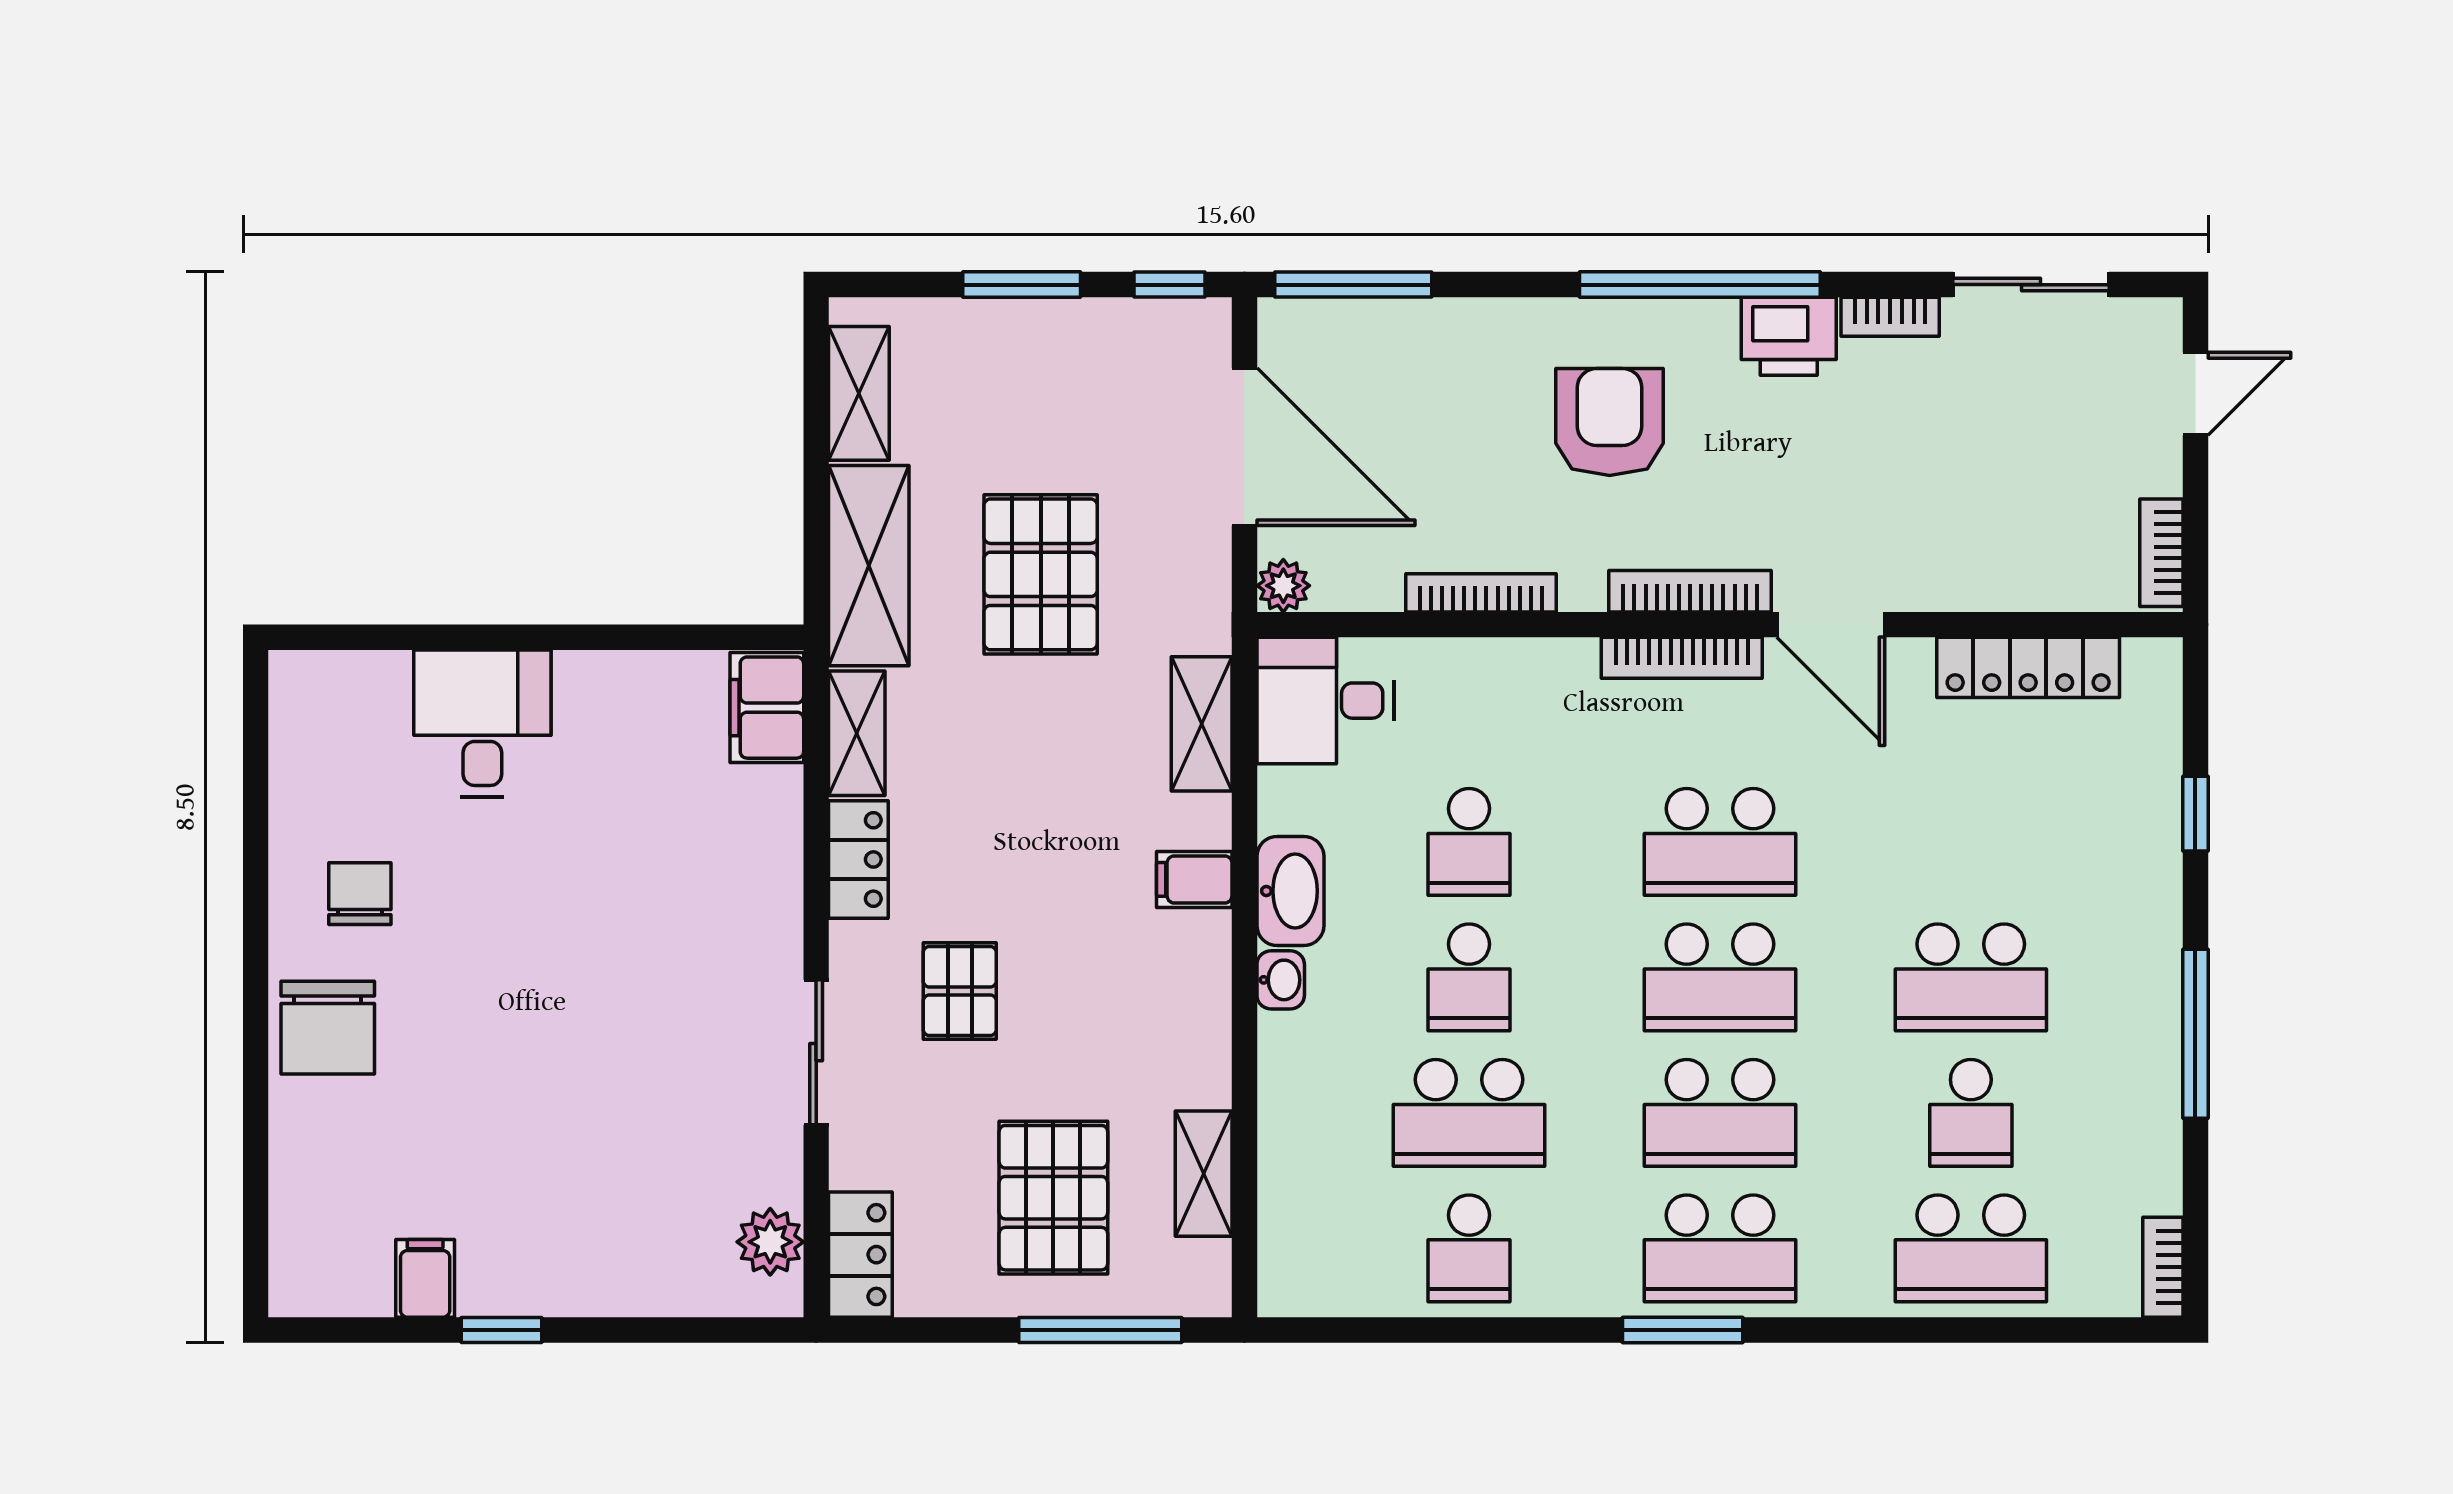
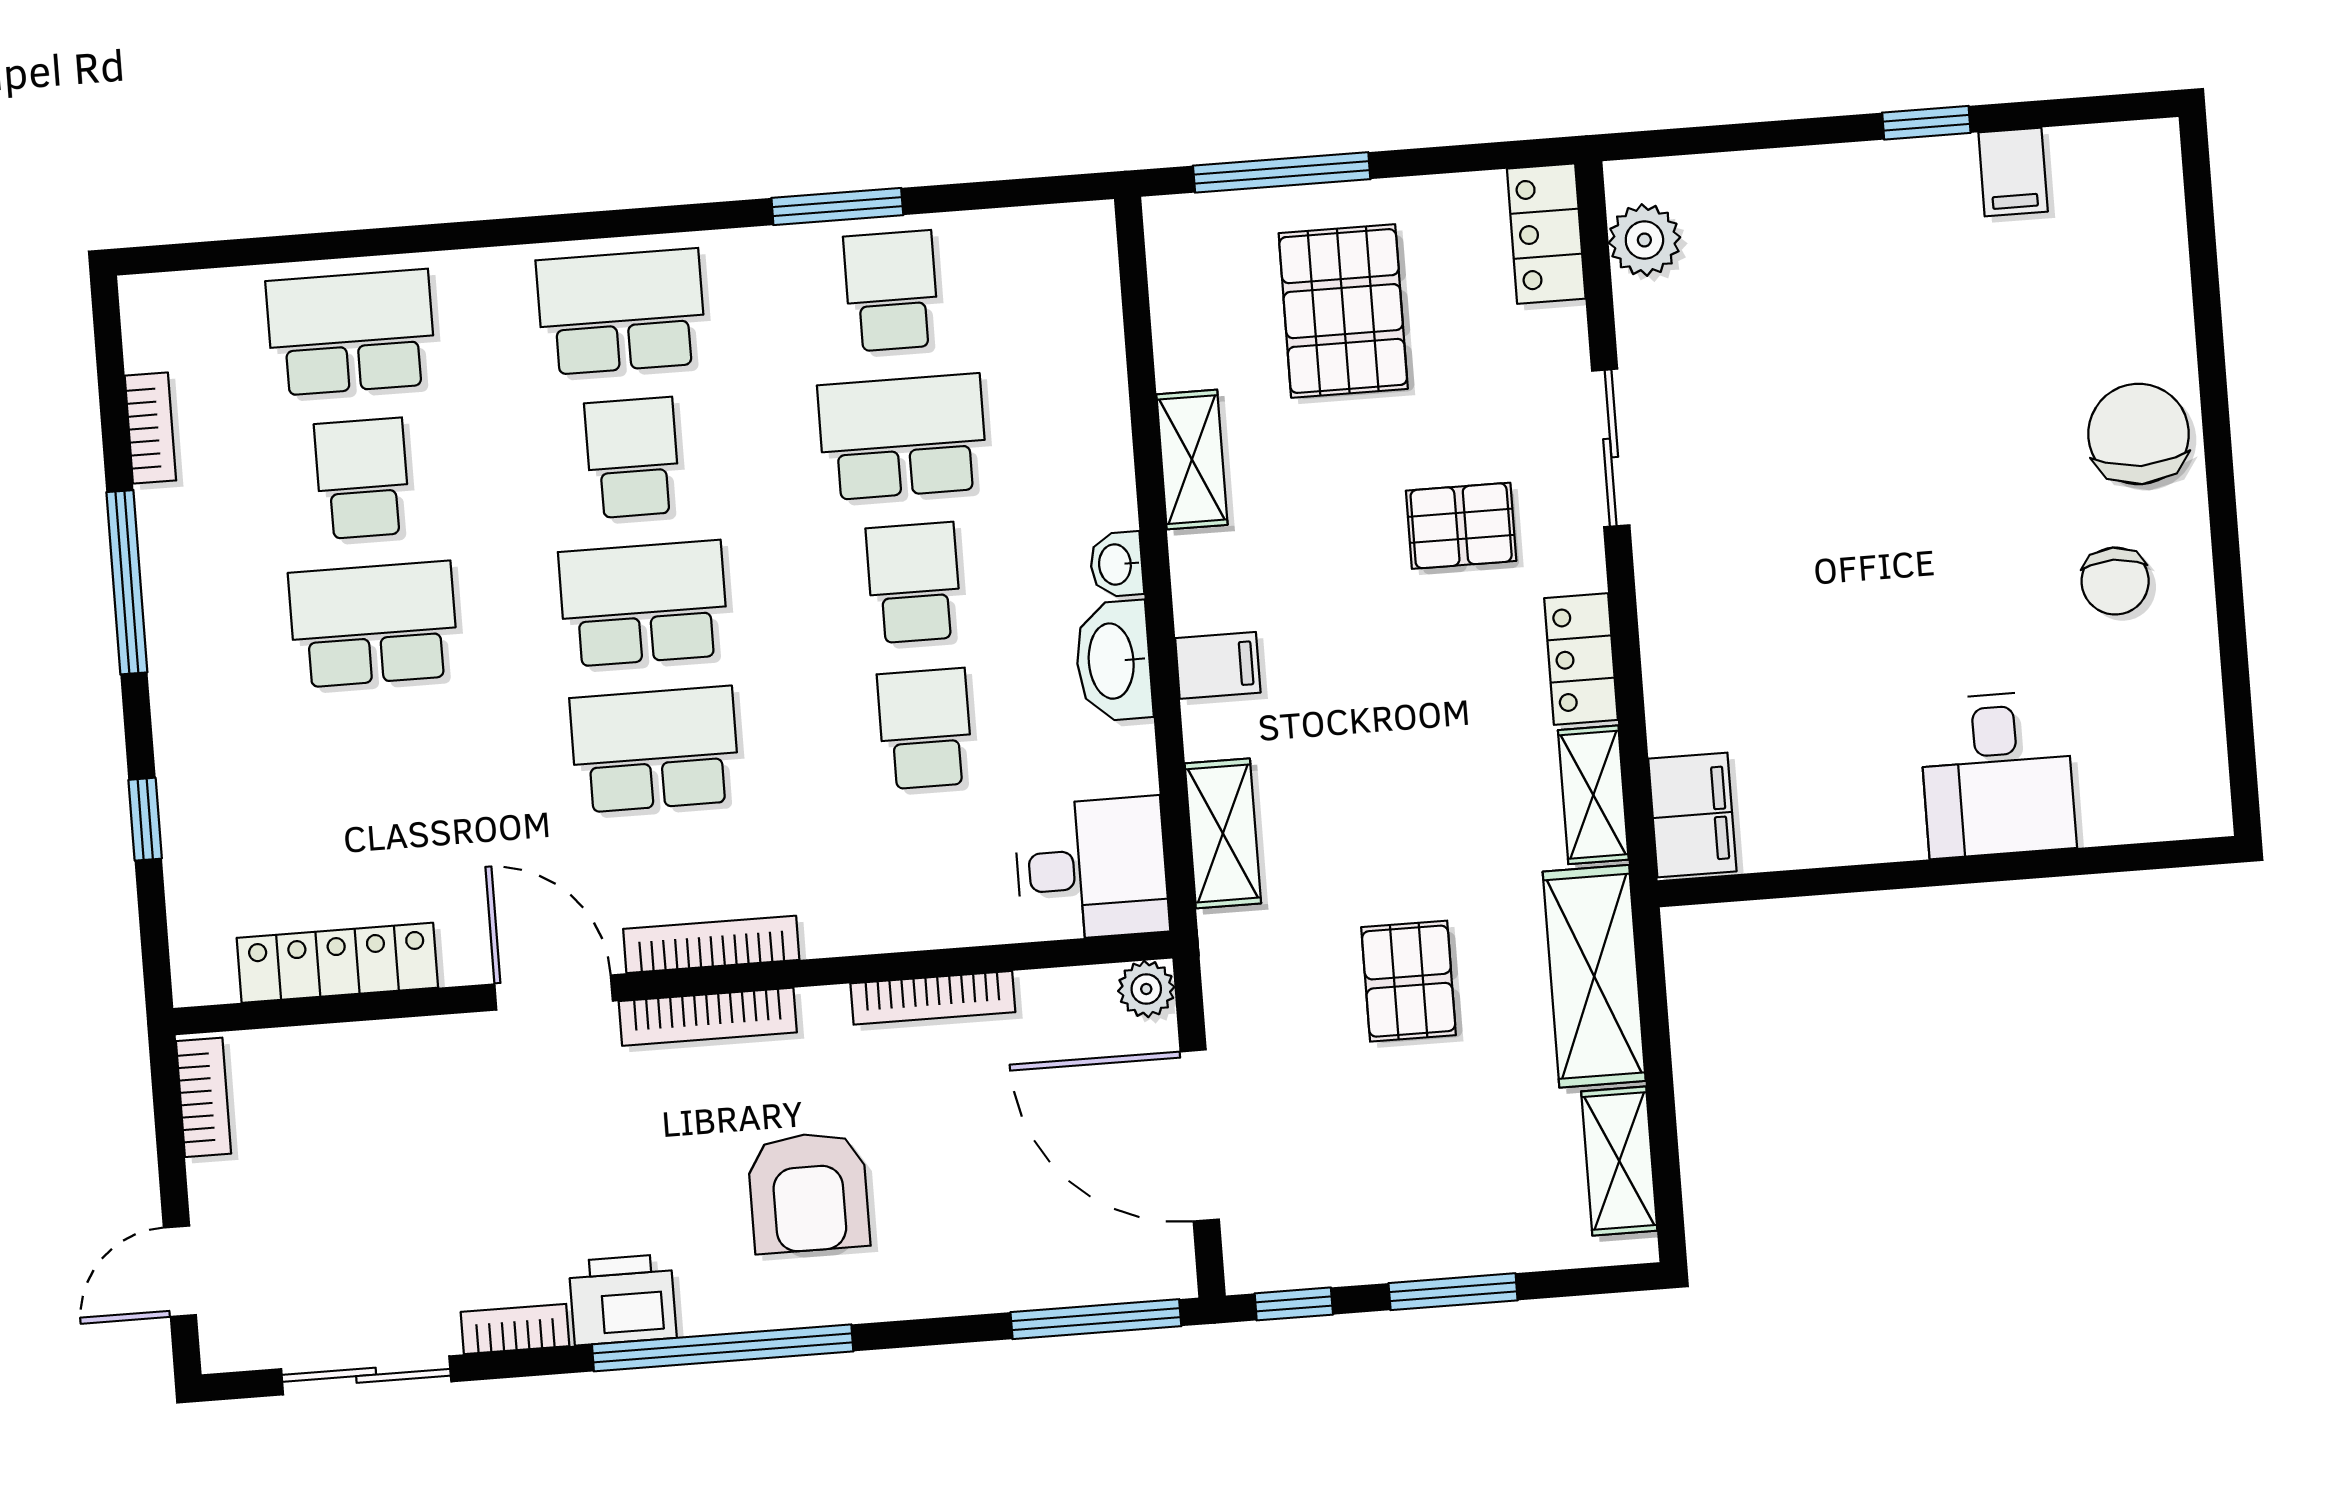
pallet: (1041, 574) -> (1409, 981), width x0.67, depth x0.71
pallet: (960, 991) -> (1461, 526), turned 90
school desk: (1720, 1113) -> (632, 458), width x0.54
shelving: (1204, 1174) -> (1192, 460), moved
bookcase: (2163, 1267) -> (150, 428), moved
window: (1683, 1330) -> (837, 207), moved

